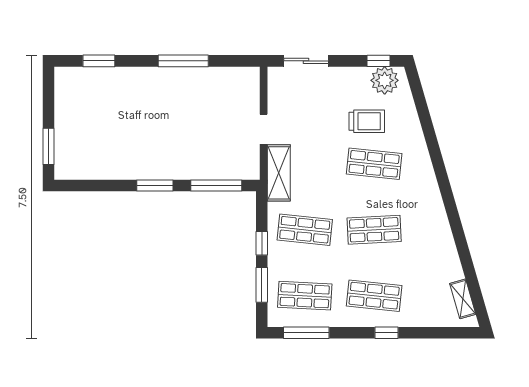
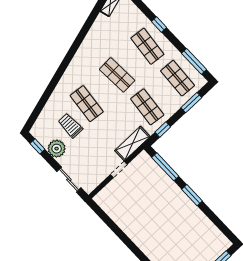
window: (183, 61) -> (122, 236), removed
plant: (385, 80) -> (57, 149), moved
window: (262, 243) -> (163, 130), moved

